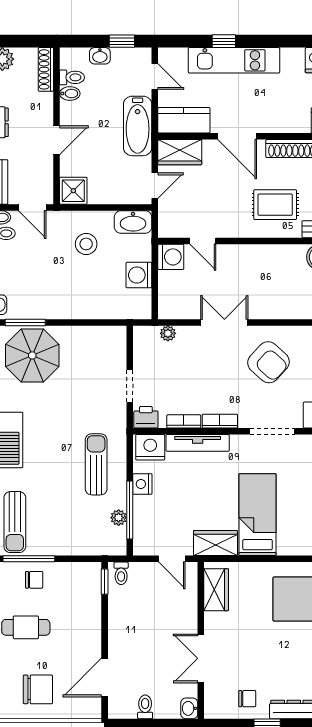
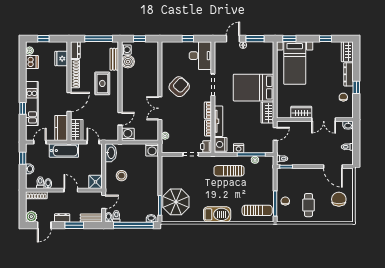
washing machine: (139, 275) -> (152, 150), moved
bed: (258, 515) -> (254, 88), width x1.50
wardrobe: (216, 590) -> (301, 112), moved

